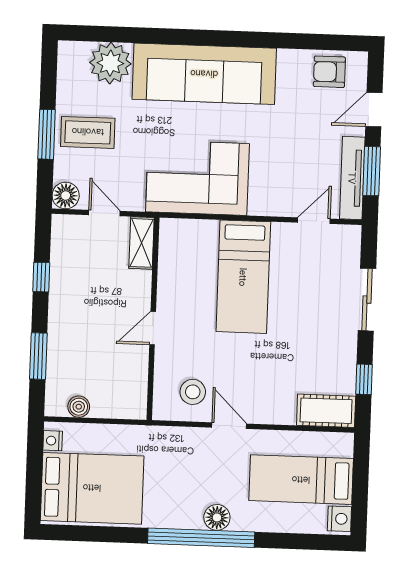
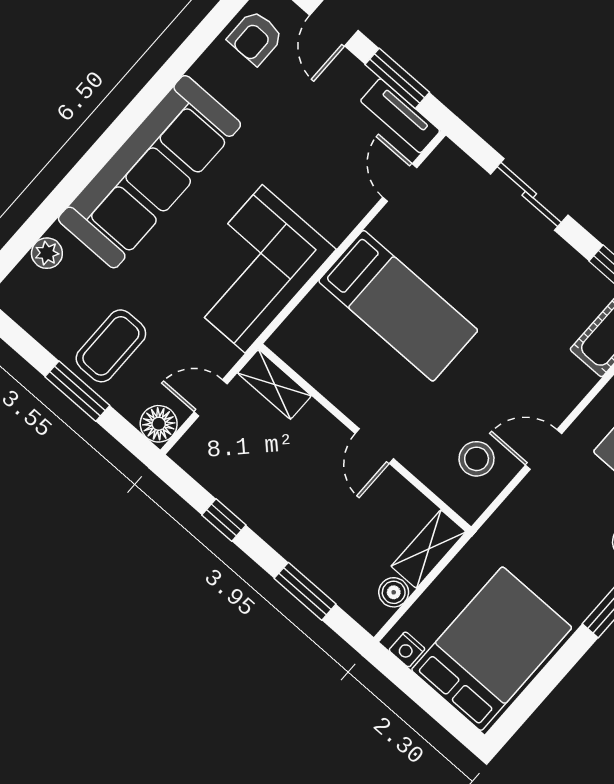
plant: (110, 63) -> (47, 253), width x0.53, depth x0.53
tv unit: (352, 178) -> (400, 116), width x0.71
shelving: (119, 406) -> (429, 549), added

